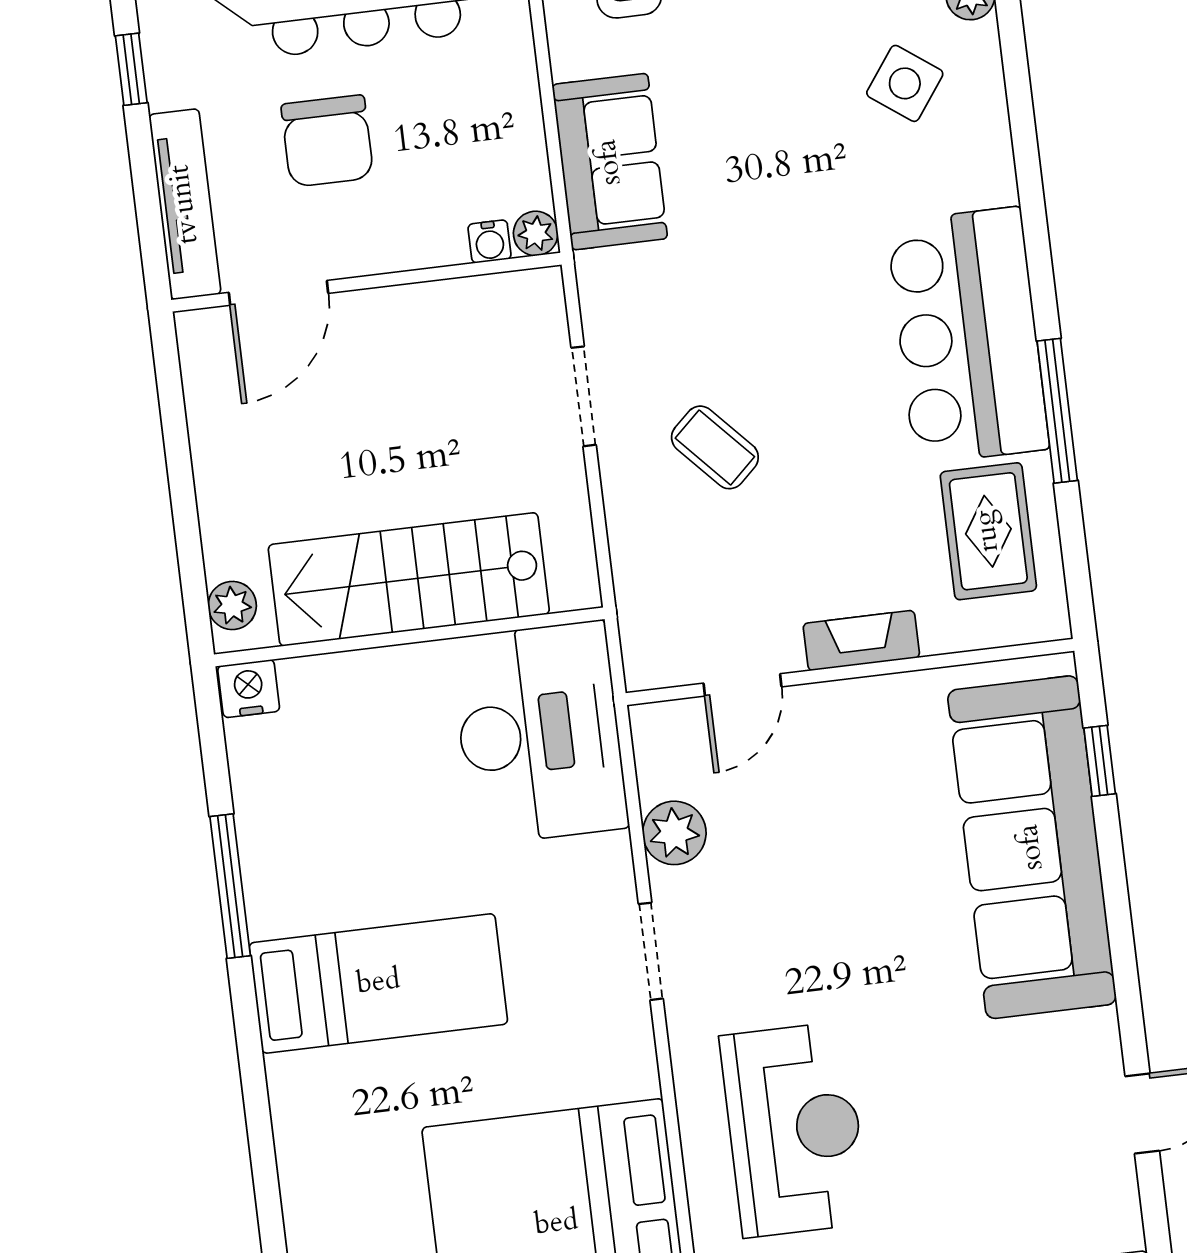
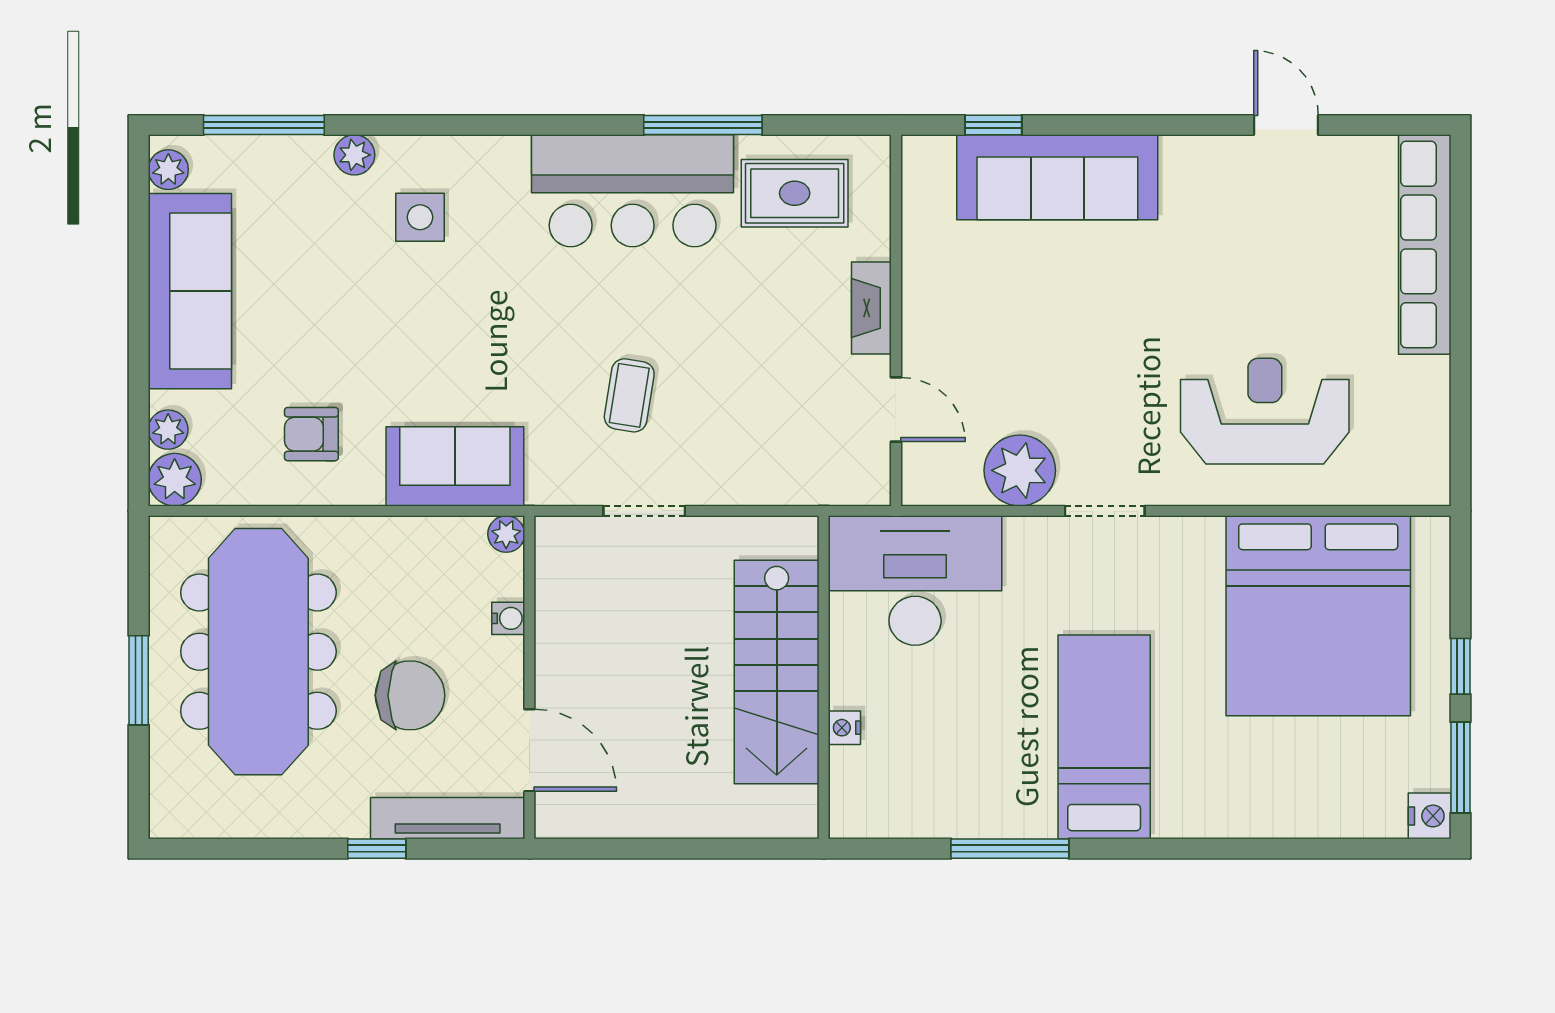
window: (131, 69) -> (377, 849), moved
side table: (905, 83) -> (420, 217), turned -36
water cooler: (490, 242) -> (508, 618), moved
coffee table: (715, 447) -> (629, 395), moved, turned -38
plant: (232, 605) -> (780, 819), removed
nightstand: (249, 689) -> (844, 728), moved, width x0.72, depth x0.74
plant: (674, 833) -> (1020, 470), width x1.36, depth x1.36
sofa: (1032, 847) -> (1057, 177), width x0.74, depth x0.79

